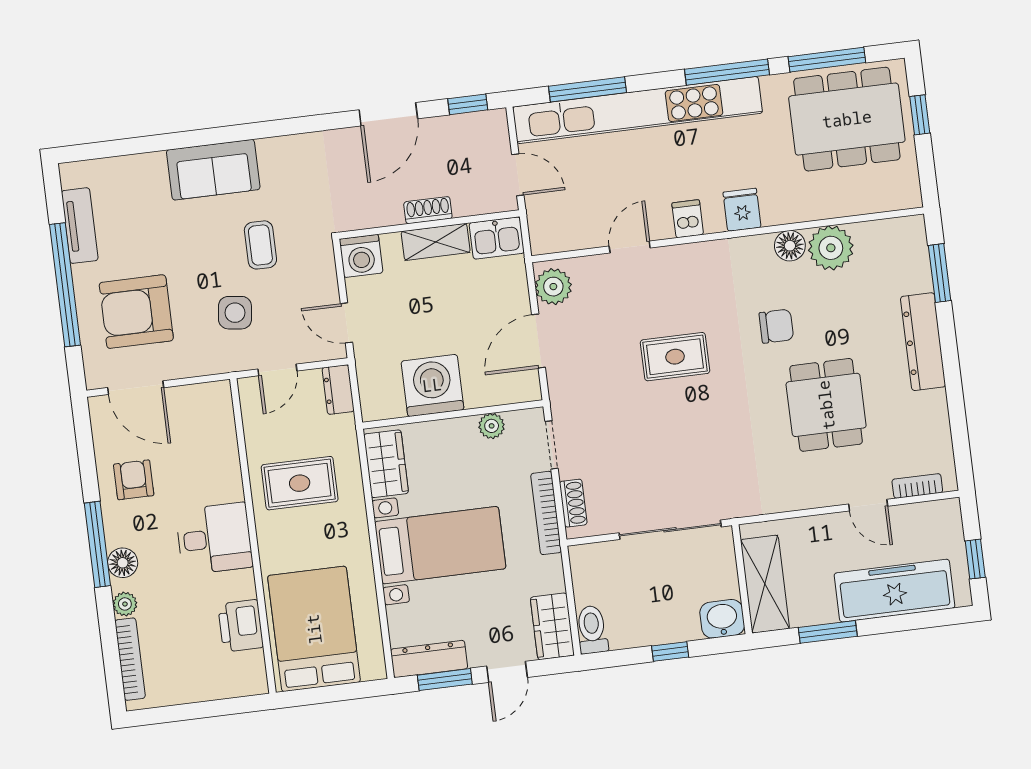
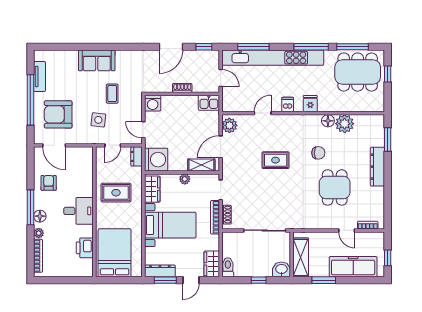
shelving: (436, 242) -> (201, 165), moved
washing machine: (432, 385) -> (156, 160), moved, turned 90
plant: (492, 426) -> (185, 179), moved

